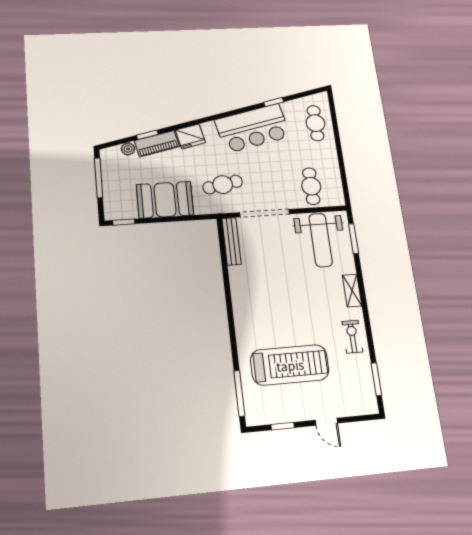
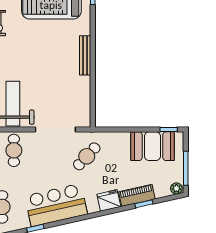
plant: (128, 149) -> (176, 188), moved
cafe table: (223, 185) -> (87, 156), turned -36
booth: (165, 200) -> (152, 146), moved
bench: (231, 241) -> (85, 55), moved

